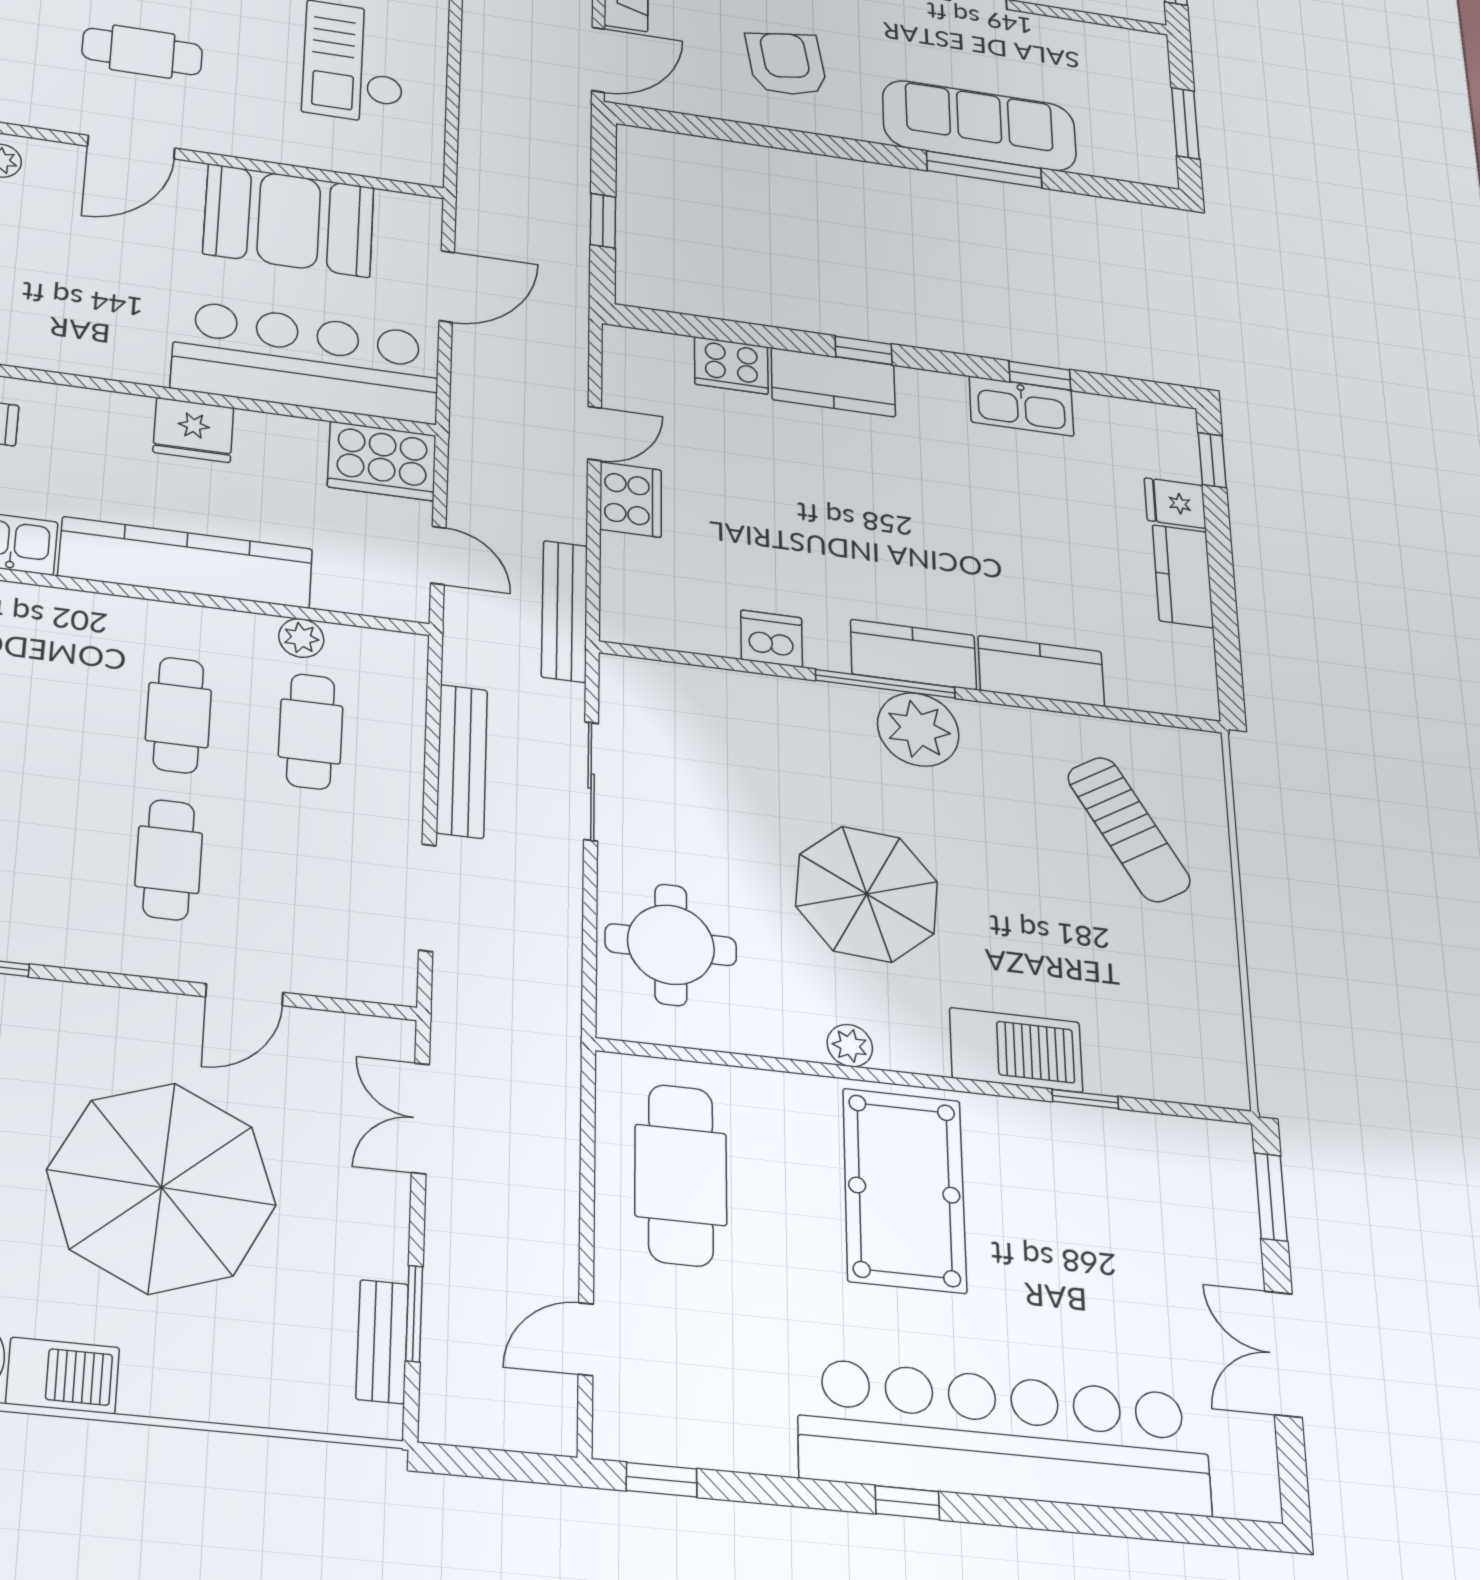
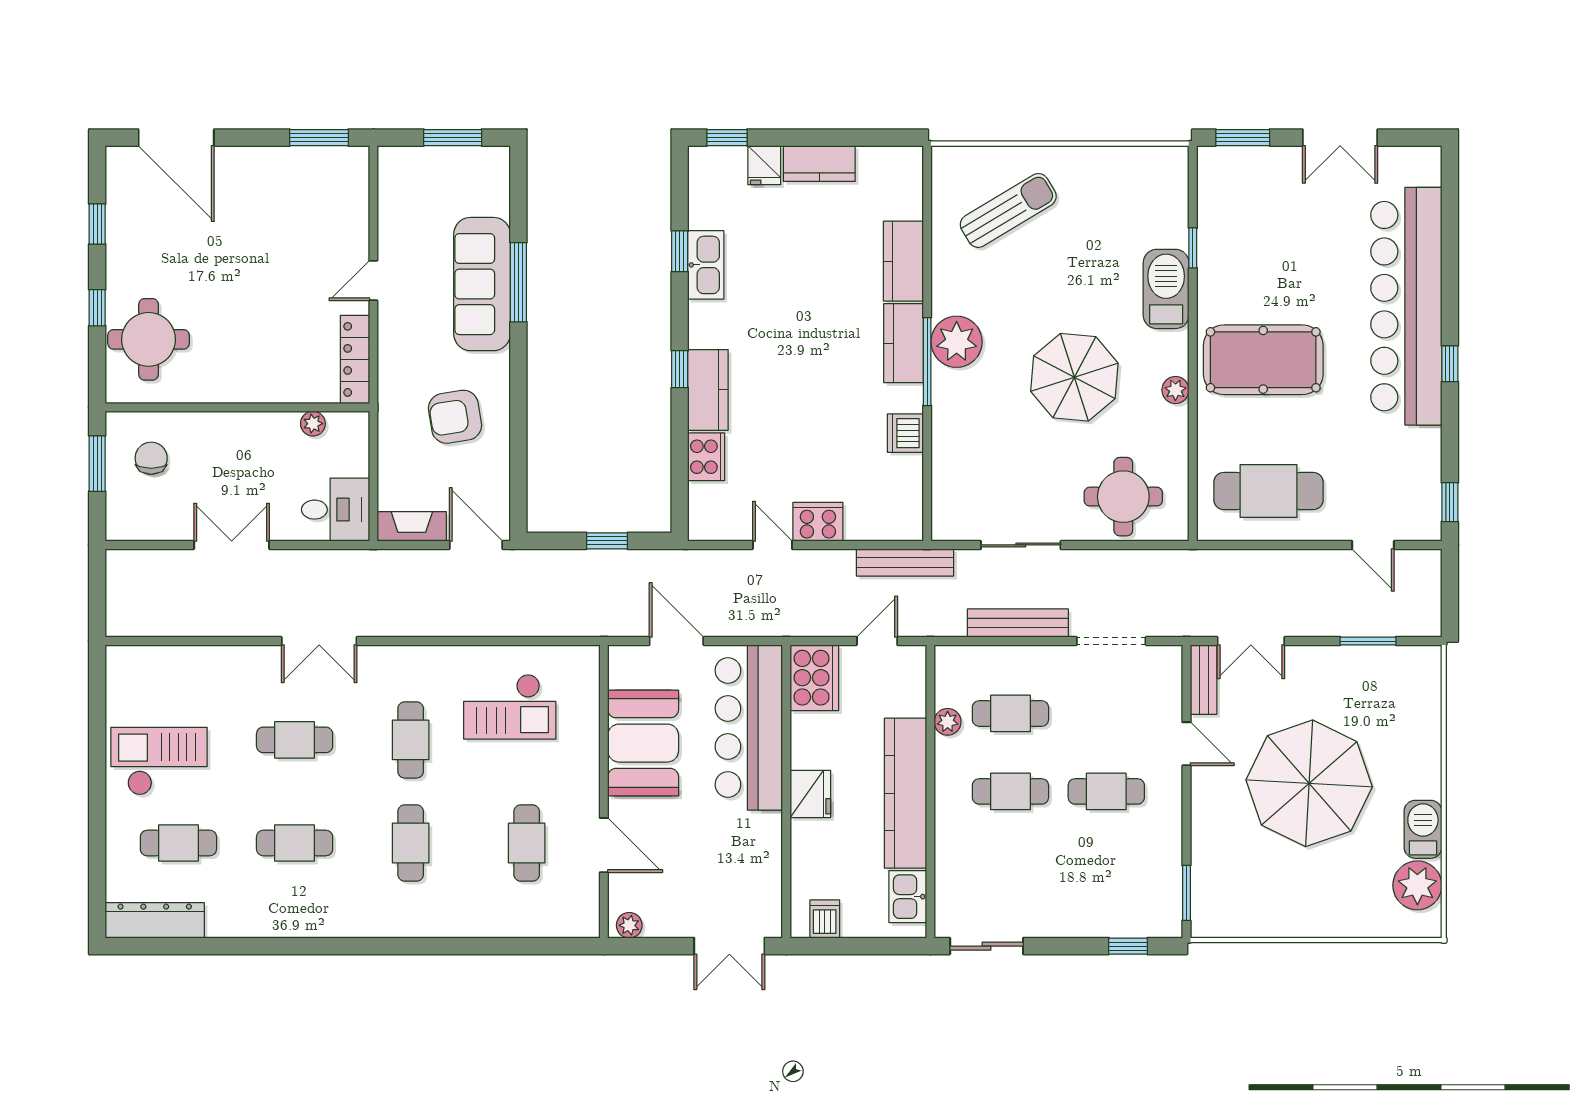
bench: (382, 1341) -> (1204, 680), moved, turned 90

